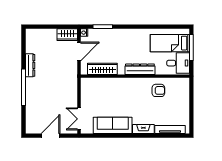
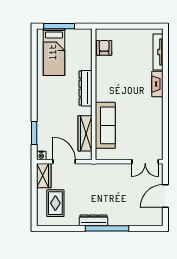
rug: (44, 44) -> (55, 203), added
desk: (178, 63) -> (78, 42), removed
dresser: (30, 65) -> (93, 220), moved
armchair: (158, 90) -> (104, 48), moved
sofa: (113, 125) -> (105, 125), moved, turned 180
door: (50, 136) -> (165, 196), hinge flipped

